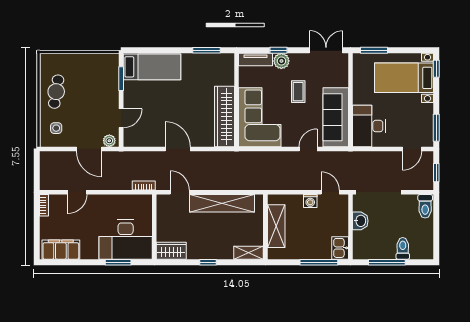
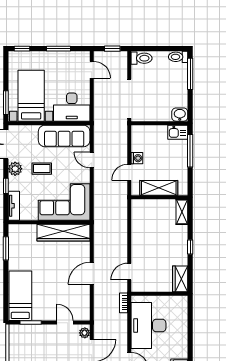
plant: (281, 61) -> (15, 169), moved
bed with nightstands: (404, 78) -> (31, 96), moved, turned 180
window: (436, 128) -> (59, 49), moved
door: (330, 192) -> (129, 172), moved
shelving: (222, 203) -> (139, 235), removed
washbasin: (360, 221) -> (180, 115), moved
desk: (126, 239) -> (148, 326), moved, turned 180
toilet: (403, 248) -> (178, 57), moved
window: (118, 262) -> (190, 325), removed
window: (387, 262) -> (190, 74), moved

